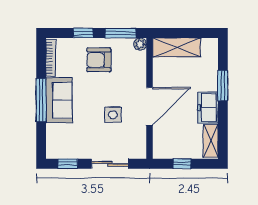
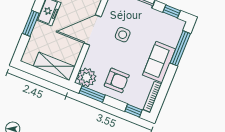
window: (83, 33) -> (134, 111), moved
plant: (140, 44) -> (87, 77), width x1.88, depth x1.88
window: (41, 100) -> (180, 48), moved

